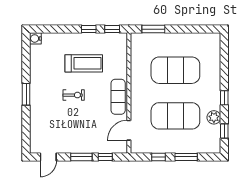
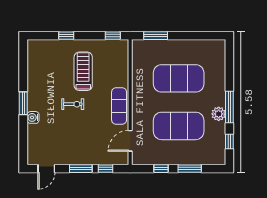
window: (89, 29) -> (66, 36), moved
water cooler: (35, 38) -> (33, 117), moved
treadmill: (84, 63) -> (83, 71), turned -90
window: (224, 98) -> (229, 107), width x2.17
plant: (214, 117) -> (219, 114), moved

